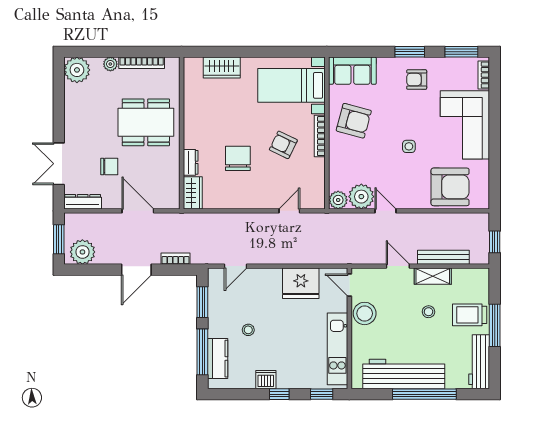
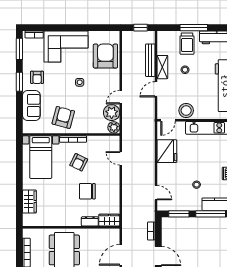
sofa: (352, 71) -> (31, 105), moved

